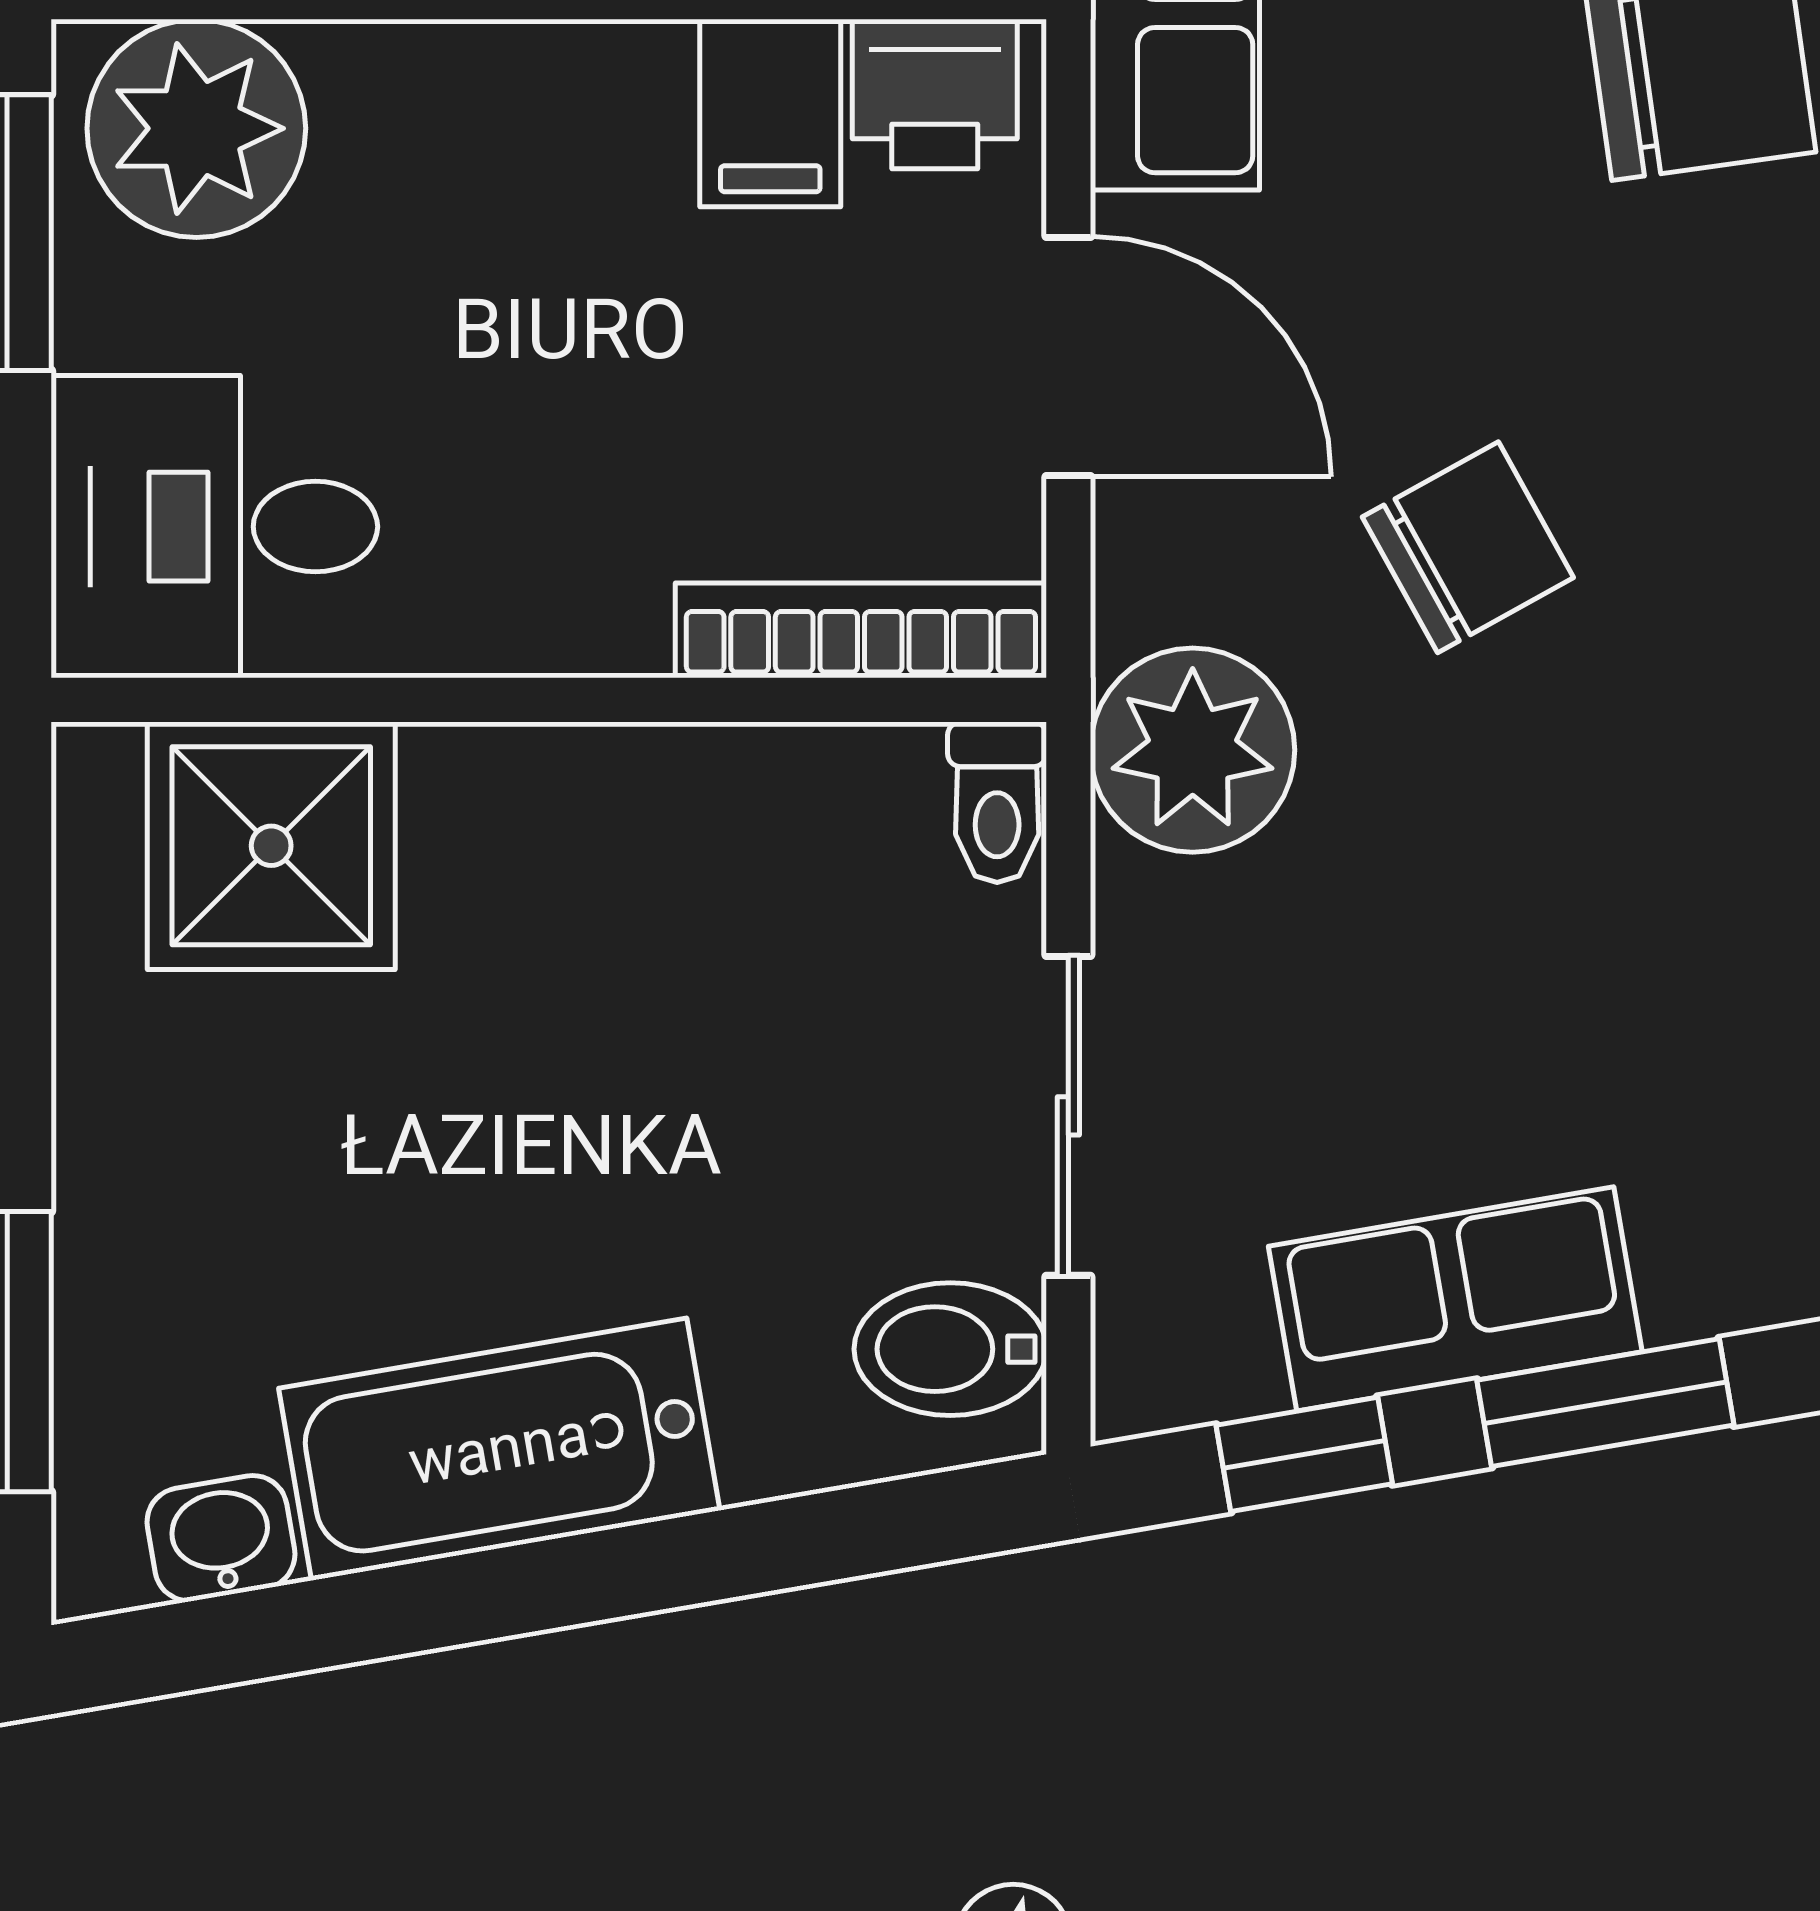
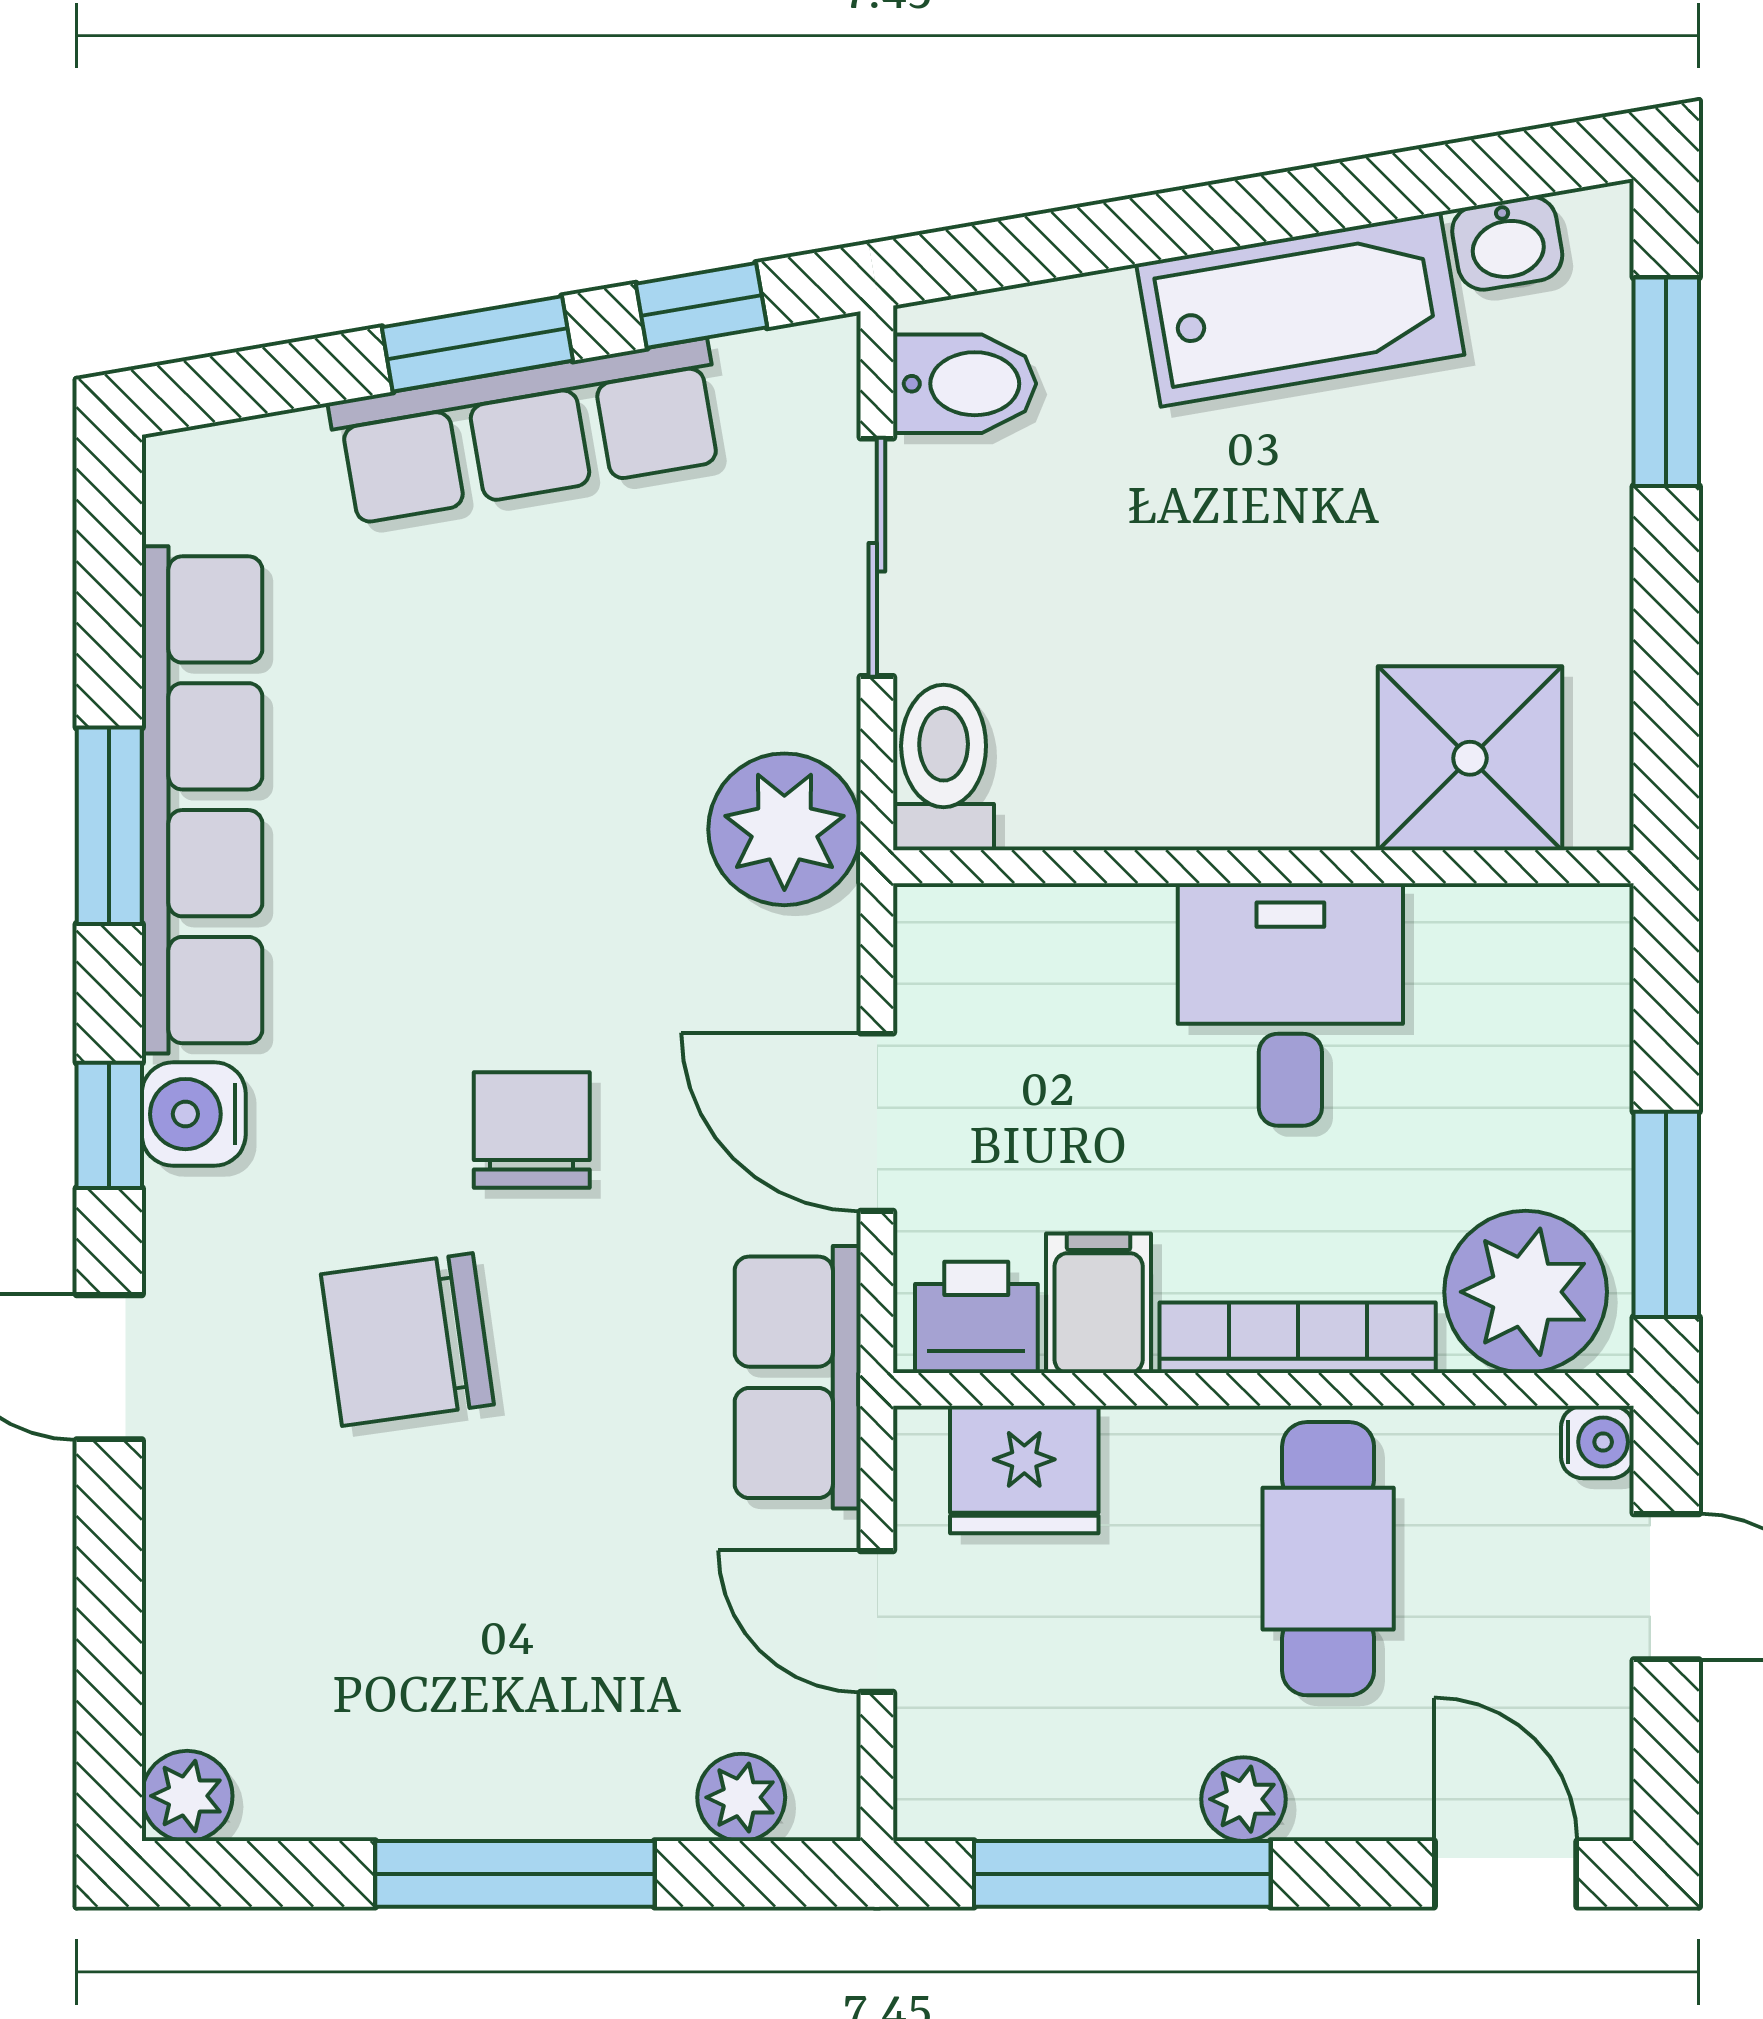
desk: (214, 527) -> (1290, 1004), moved, turned -90
chair: (1468, 547) -> (532, 1130), moved, turned 119
bookcase: (861, 630) -> (1298, 1338), moved, turned 180
toilet: (997, 802) -> (944, 767), width x1.37, depth x1.39
row of seats: (1455, 1299) -> (528, 432), width x1.48

